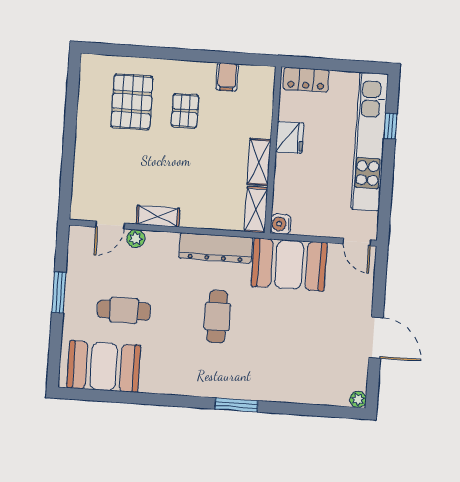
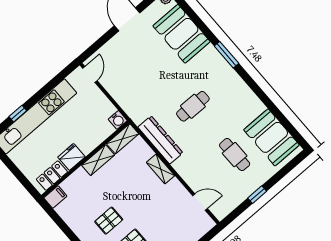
filing cabinet: (227, 77) -> (55, 197), moved
locker: (306, 80) -> (52, 176), moved, turned -90
shelving: (158, 216) -> (161, 169), moved
plant: (136, 238) -> (194, 183), removed
booth: (289, 265) -> (181, 34), moved
window: (59, 292) -> (257, 195), width x0.67

